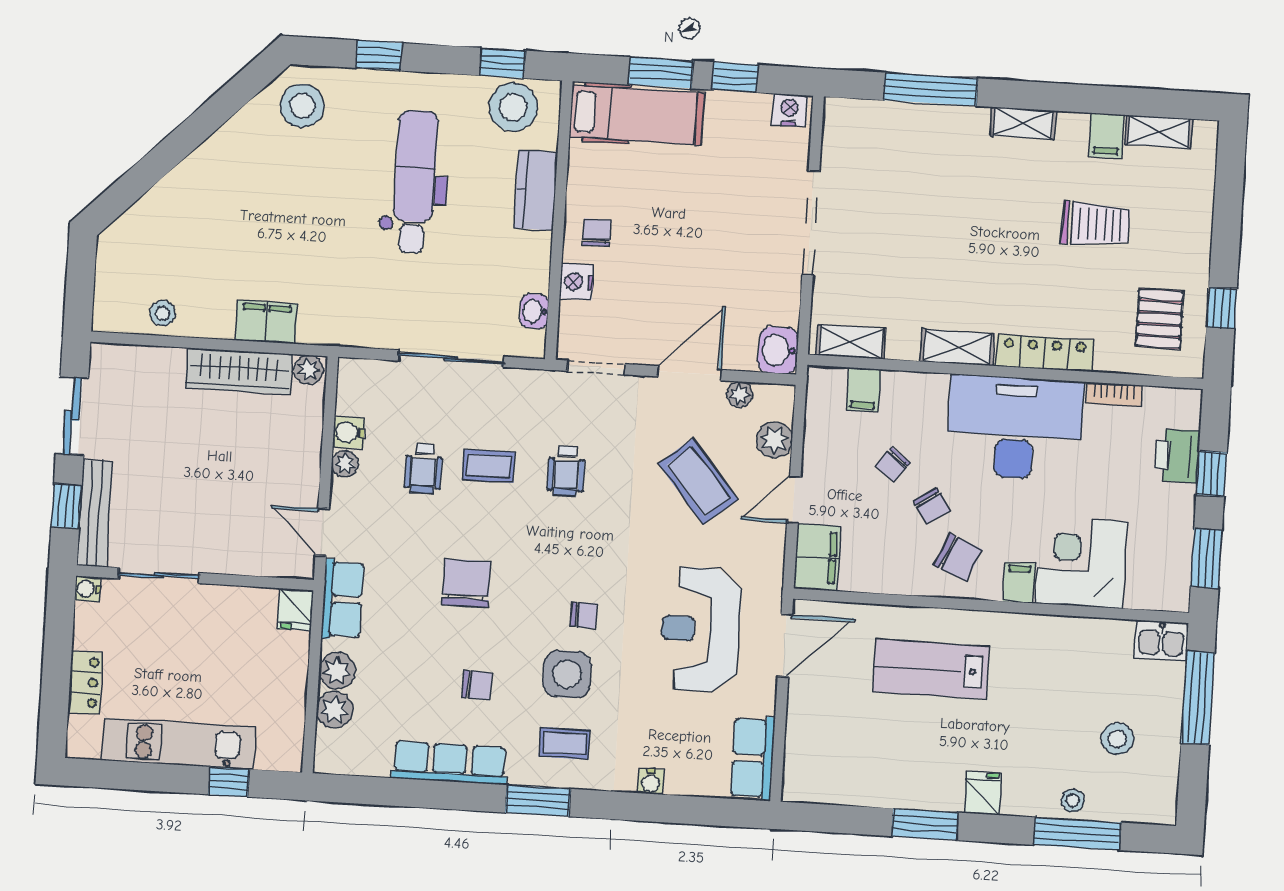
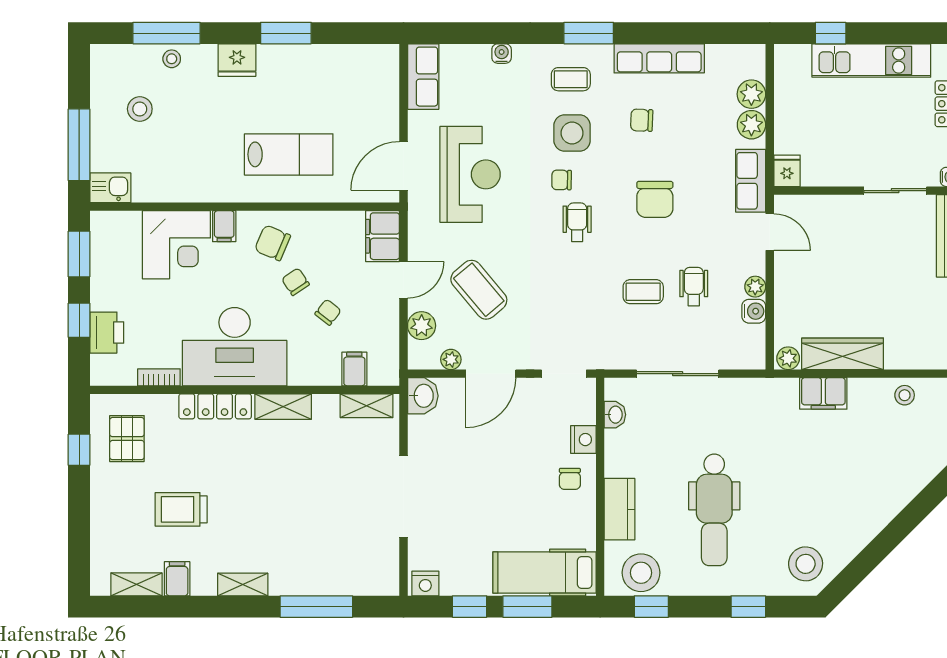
wheelchair: (566, 471) -> (577, 222), moved
fridge: (983, 793) -> (237, 60), width x1.38

